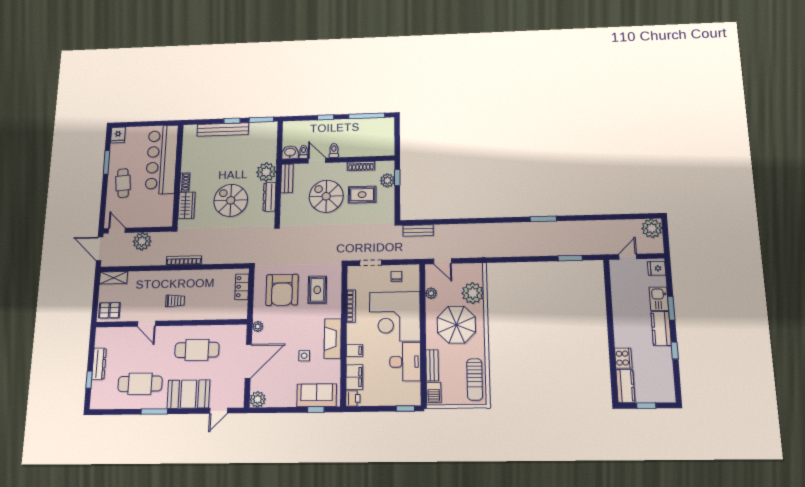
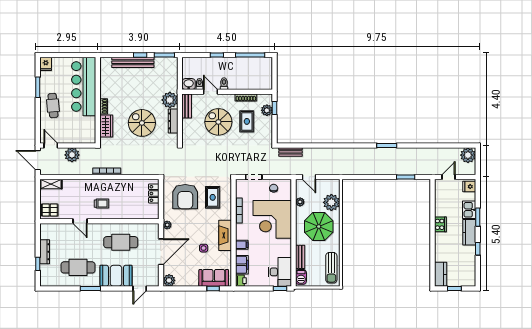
rug: (362, 195) -> (247, 121), turned 90
cooker: (623, 358) -> (440, 224), moved
desk: (405, 362) -> (280, 272), moved

